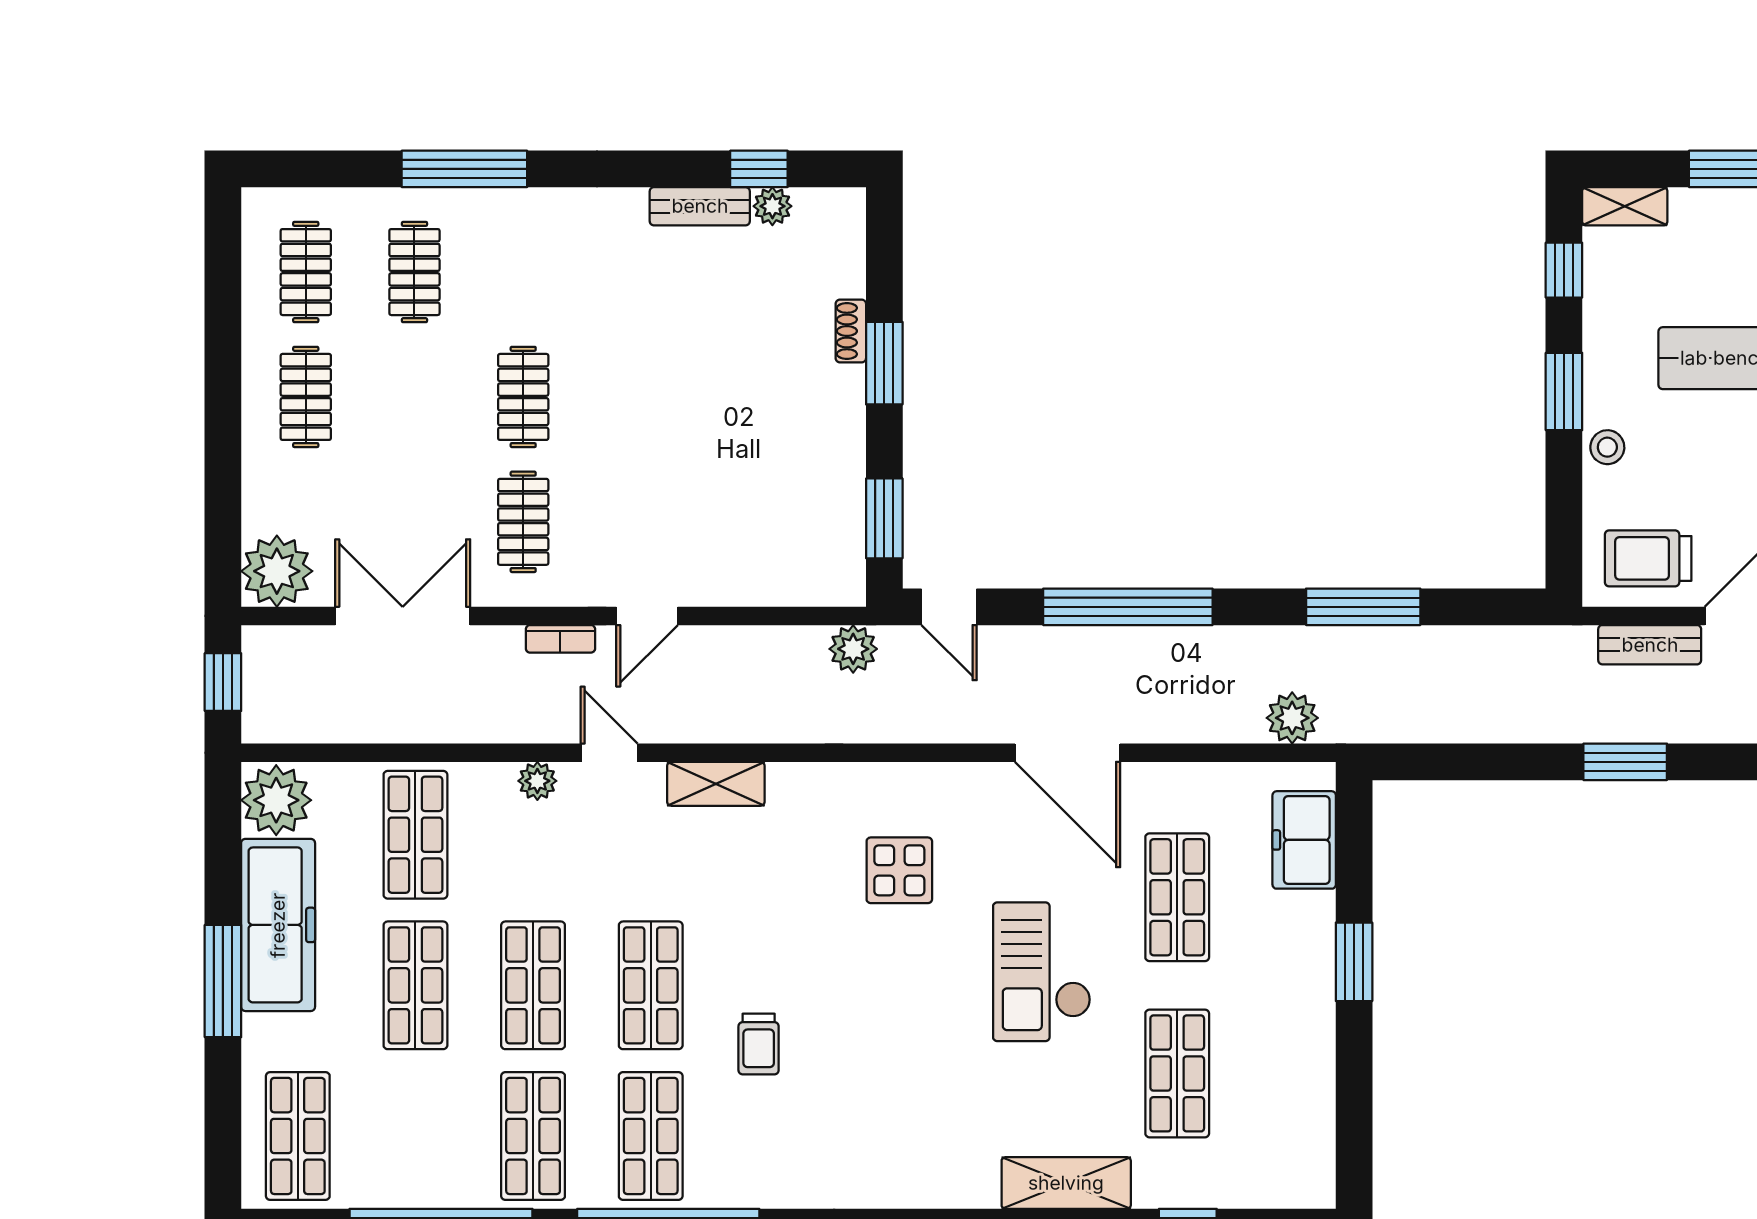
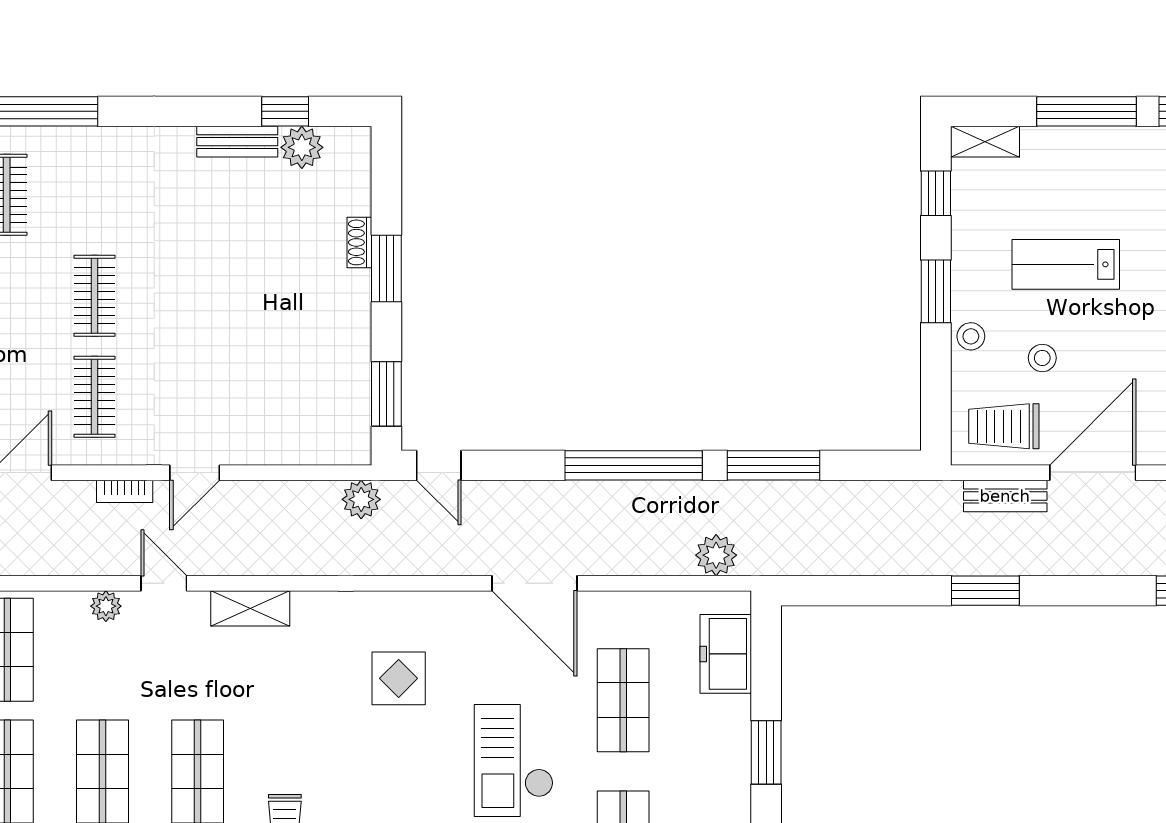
plant: (772, 206) -> (302, 147), width x1.38, depth x1.38
stool: (1696, 474) -> (1042, 358), added
window: (1128, 607) -> (634, 465), moved

